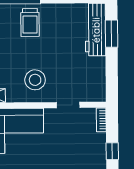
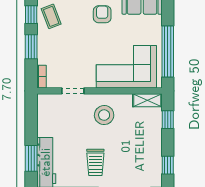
trolley: (30, 23) -> (95, 162), moved, turned 180
window: (112, 151) -> (31, 47), width x1.50

